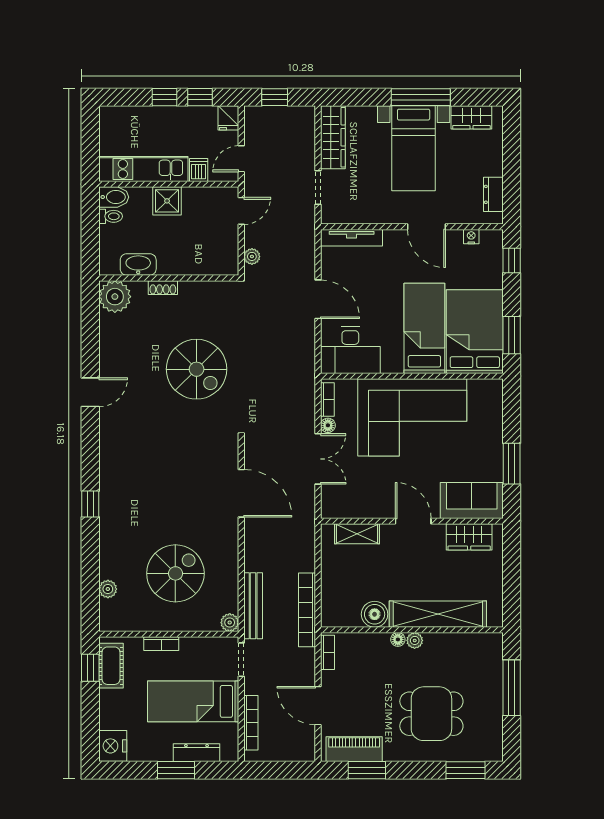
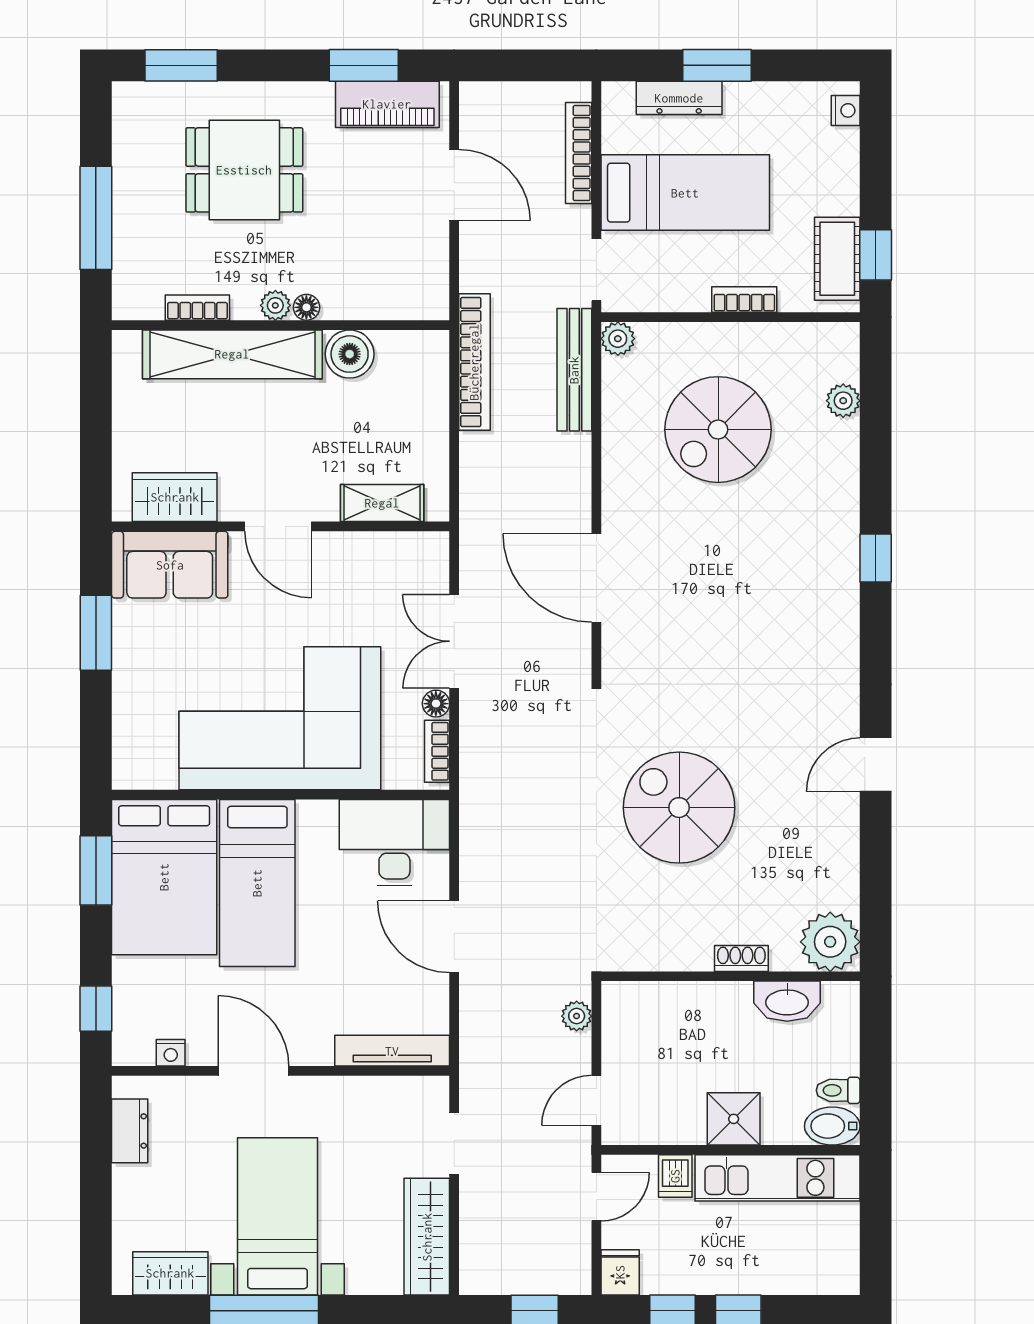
bookcase: (327, 652) -> (197, 308), moved, turned 90
nightstand: (113, 746) -> (846, 110), width x0.53, depth x0.56

